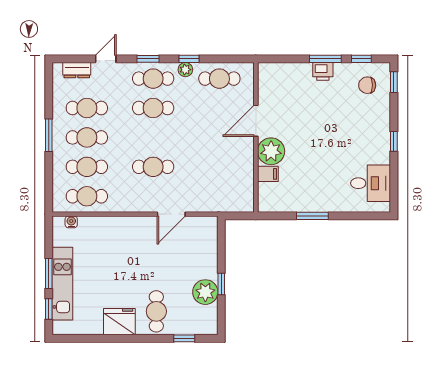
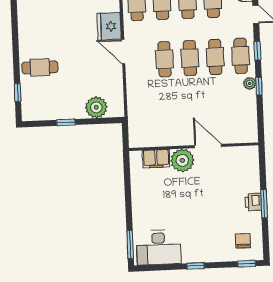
window: (361, 59) -> (265, 235), removed
cafe table: (219, 79) -> (190, 58), moved
filing cabinet: (268, 174) -> (156, 159), width x2.00
desk: (371, 183) -> (159, 247), width x1.37
door: (171, 214) -> (123, 52), moved
window: (312, 216) -> (130, 245), moved
plant: (205, 292) -> (96, 107), moved
fridge: (119, 322) -> (109, 26), moved, turned 180

